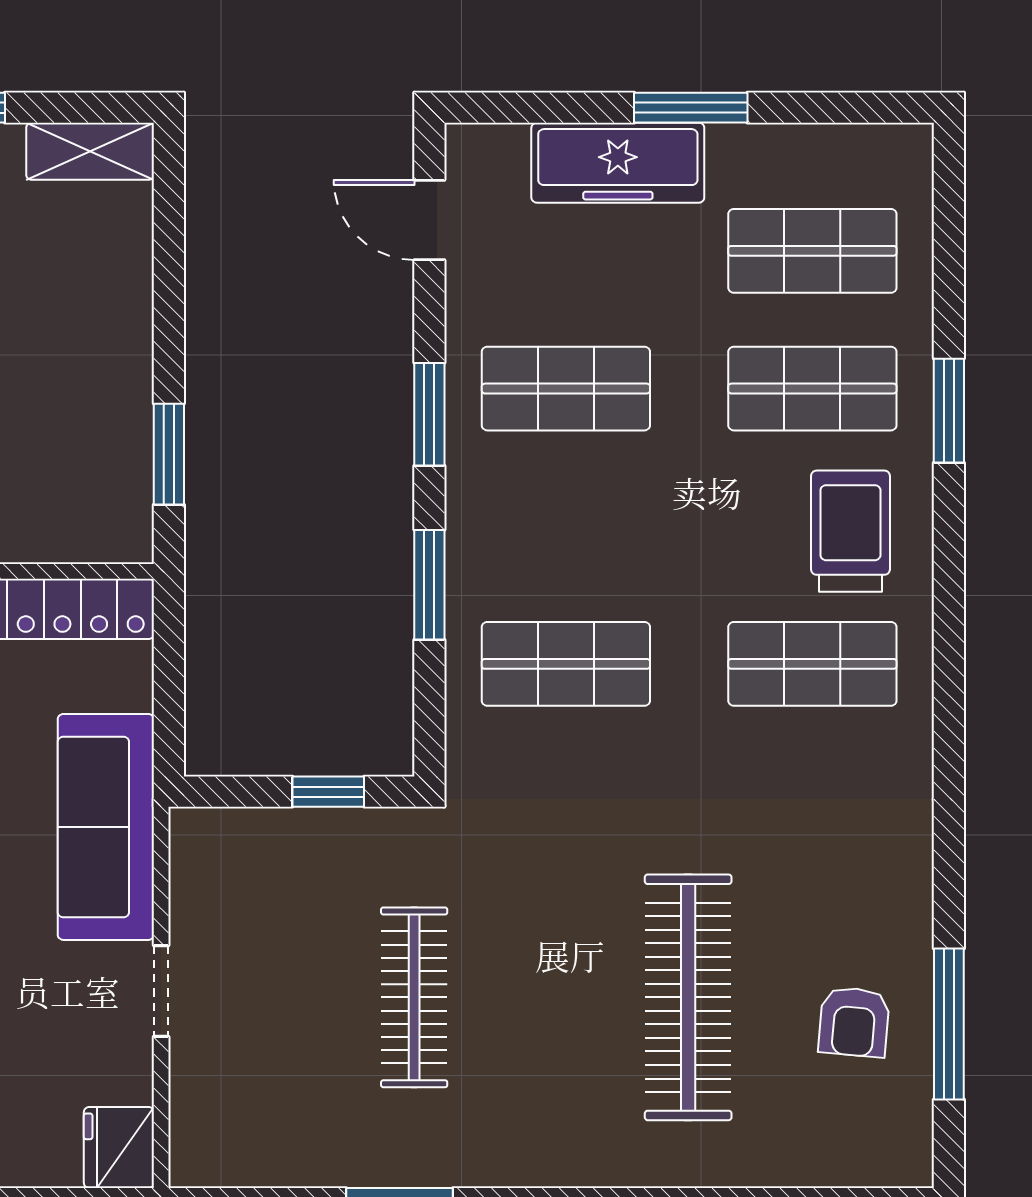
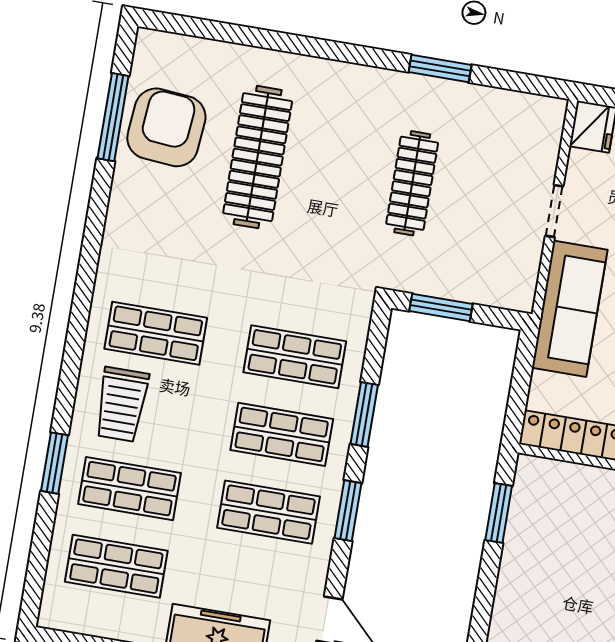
shop shelf: (566, 526) -> (282, 434), added
window: (328, 792) -> (441, 307), width x1.50
armchair: (854, 1022) -> (166, 127), width x1.88, depth x1.88

